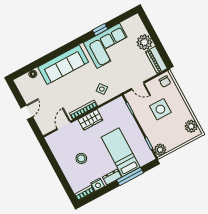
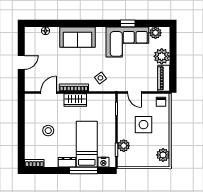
plant: (128, 25) -> (155, 33), added
sofa: (63, 65) -> (77, 37), width x0.73
plant: (160, 150) -> (124, 146), moved
nightstand: (98, 185) -> (103, 162), moved

